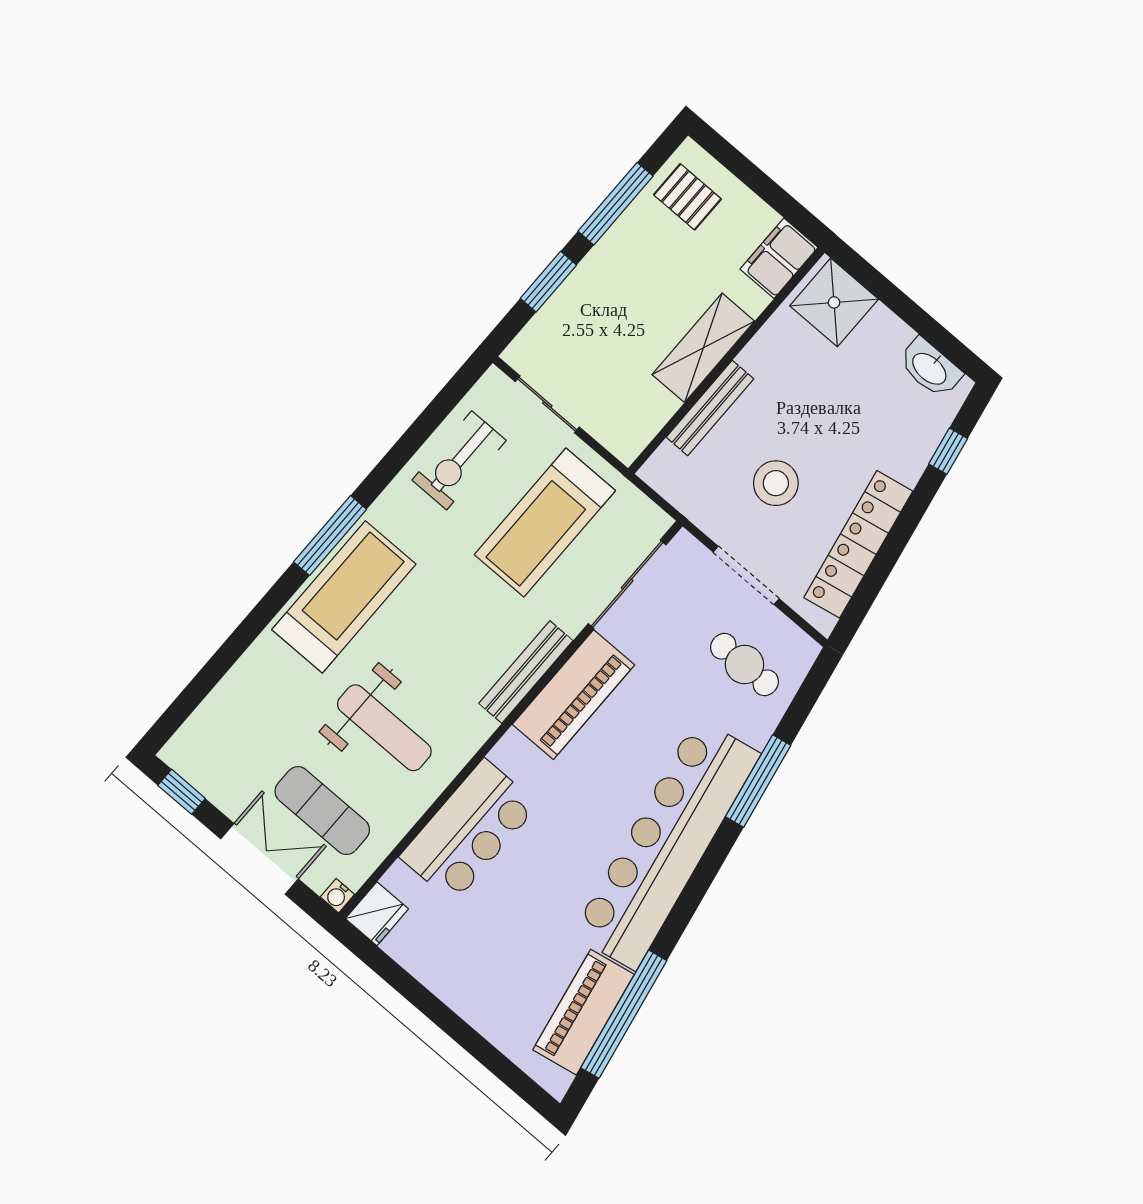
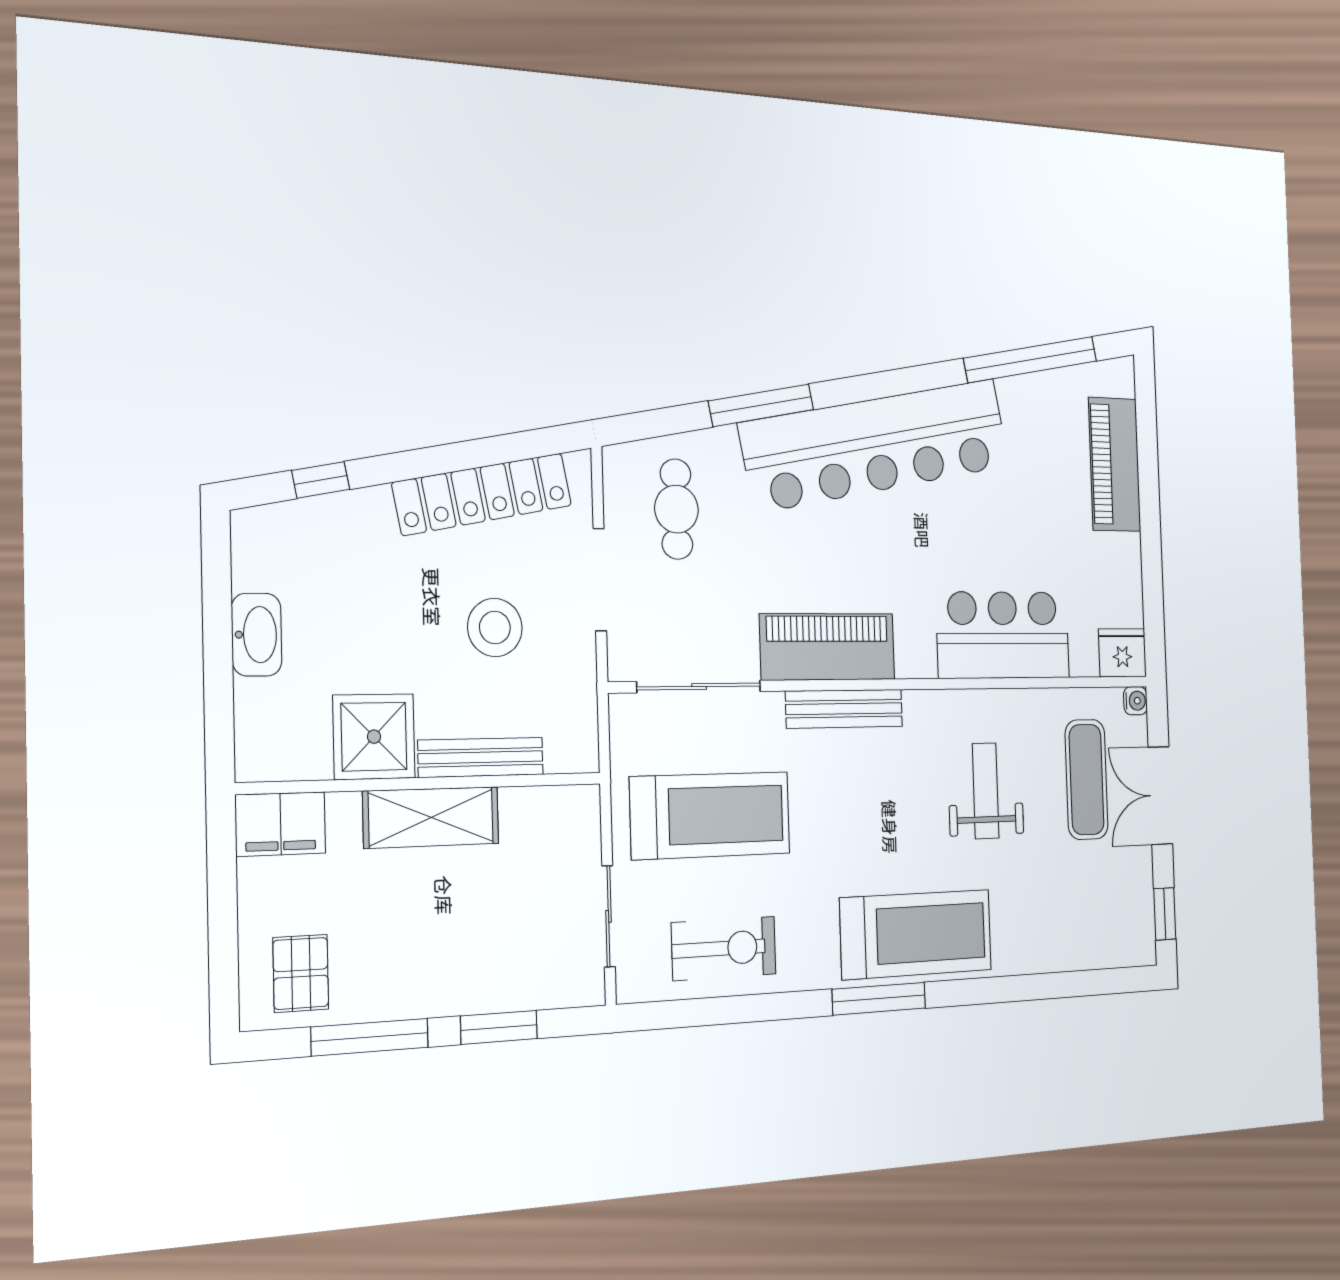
shower: (834, 302) -> (374, 737), moved
washbasin: (930, 368) -> (257, 635), moved
treadmill: (344, 597) -> (916, 934), turned 180
weight bench: (384, 728) -> (986, 791), width x0.73, depth x0.75
piano: (584, 1012) -> (1115, 464), moved, turned 101

